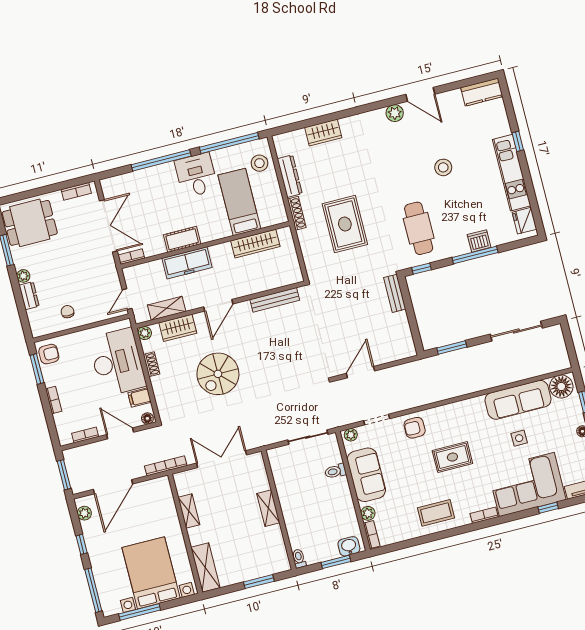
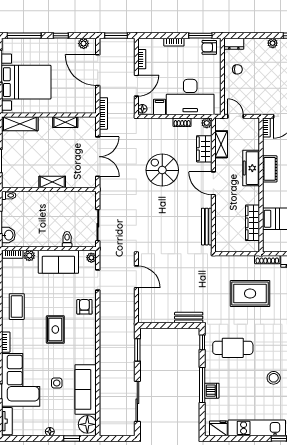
dresser: (29, 296) -> (234, 44), moved
armchair: (49, 354) -> (209, 47), turned 90

